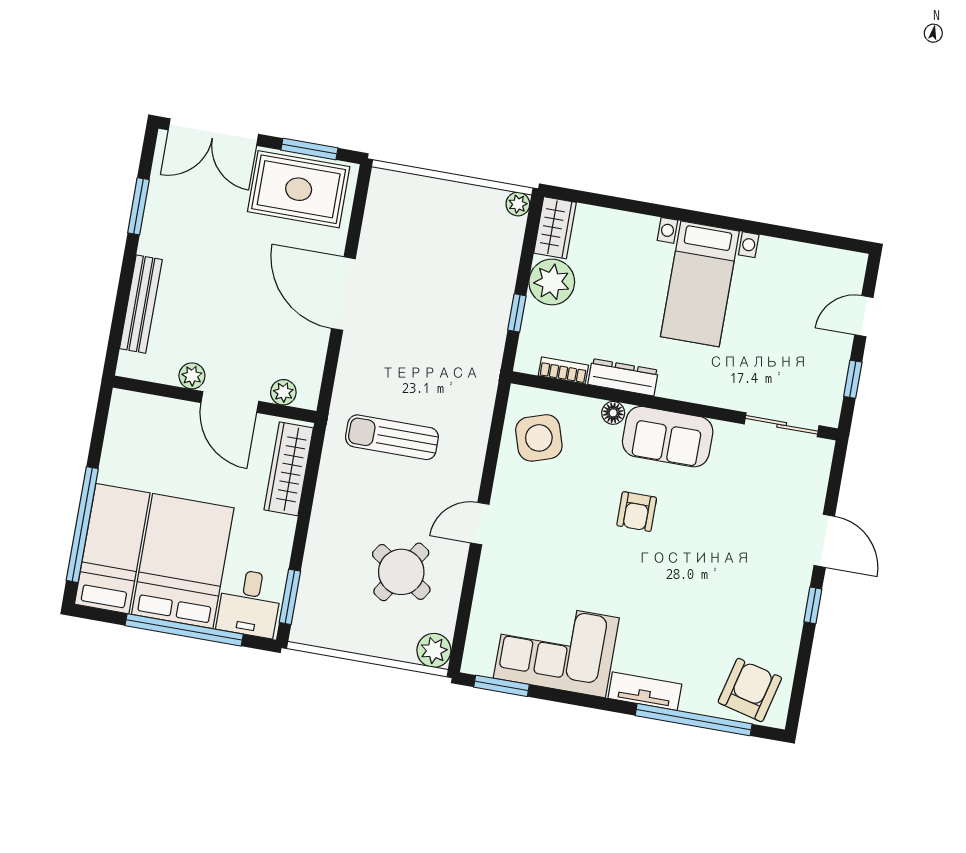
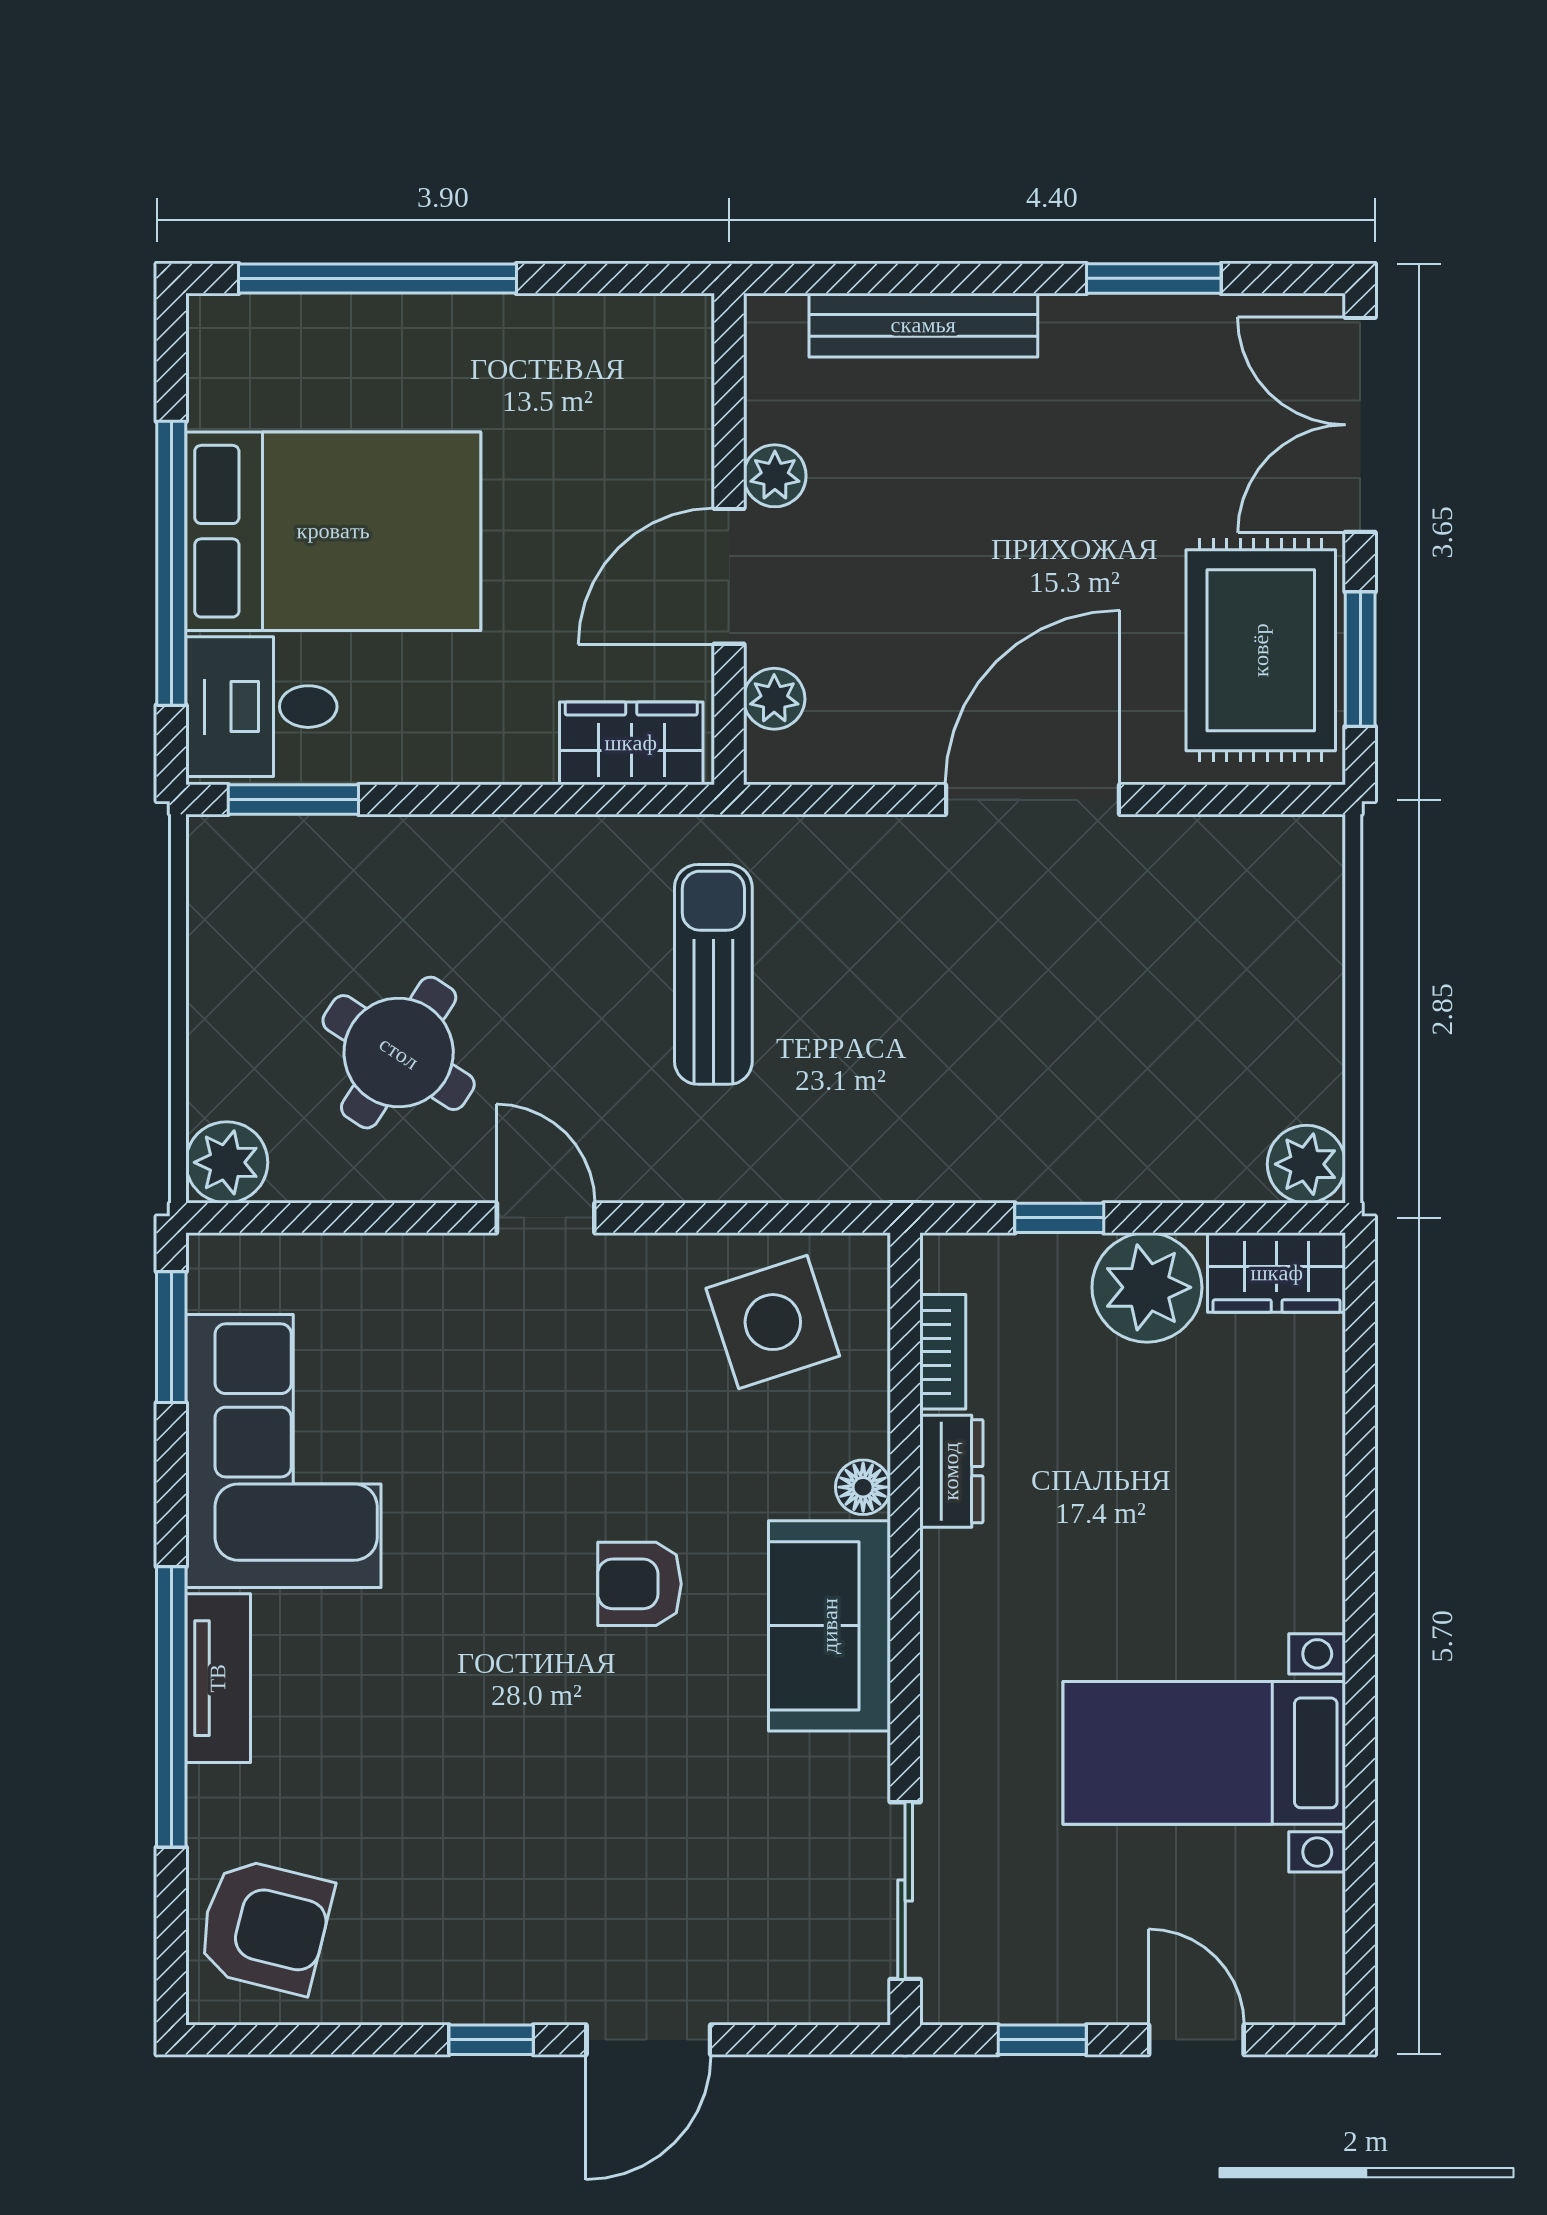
plant: (518, 204) -> (1306, 1164), width x1.38, depth x1.38
bed with nightstands: (700, 284) -> (1204, 1753), moved
dresser: (623, 377) -> (951, 1471), width x0.70
wardrobe: (289, 469) -> (631, 743), width x0.67
bed: (112, 549) -> (333, 360), removed
window: (694, 720) -> (171, 1707), moved

